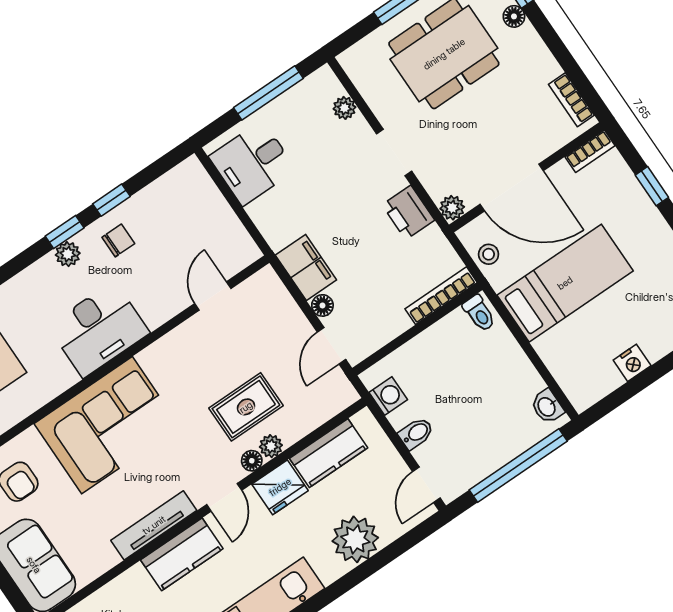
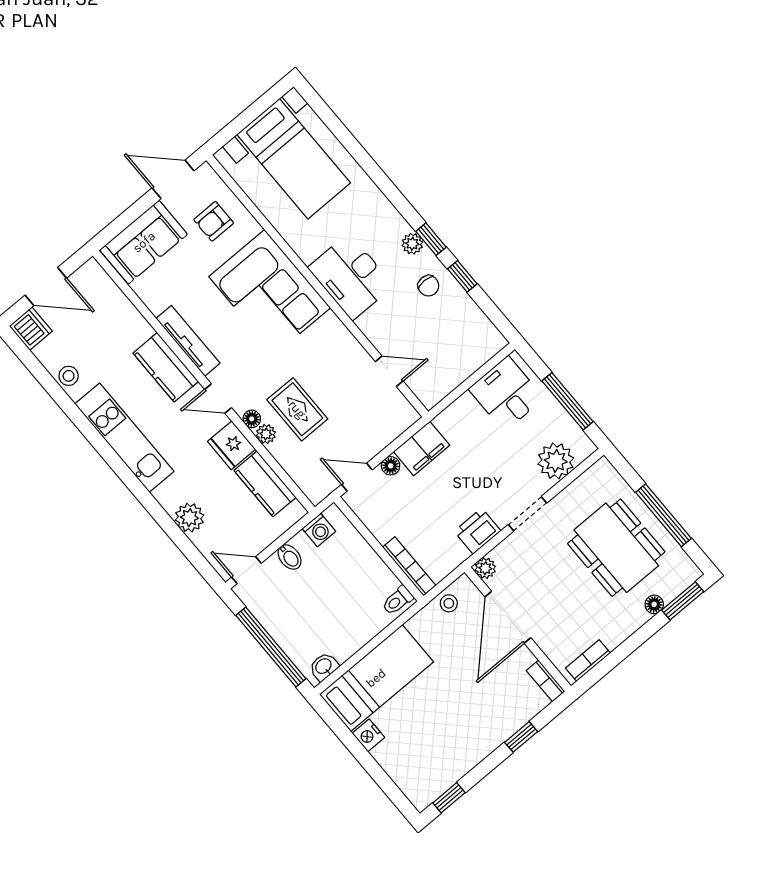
plant: (344, 108) -> (556, 461), width x1.87, depth x1.87
bed: (565, 283) -> (376, 678), moved, turned -90
plant: (355, 539) -> (190, 518), width x0.73, depth x0.73

